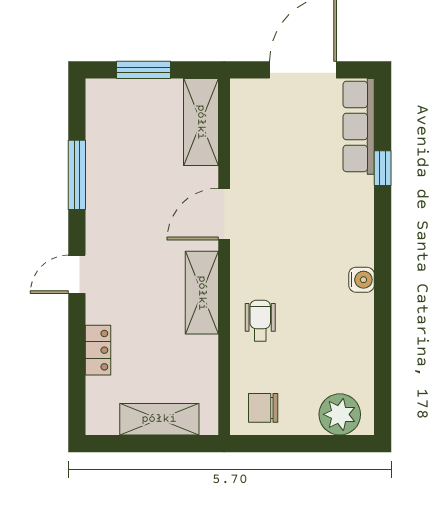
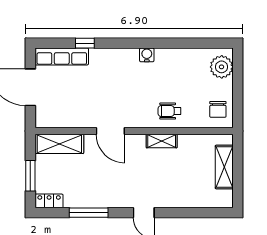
shelving: (202, 293) -> (162, 141), width x0.67, depth x0.75
locker: (98, 350) -> (49, 201), moved

